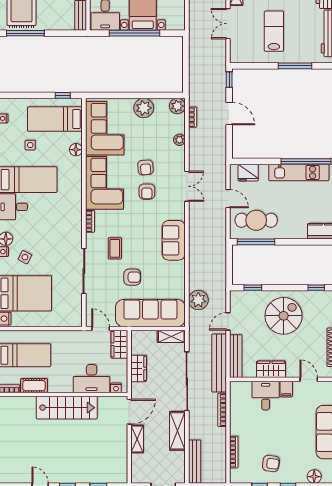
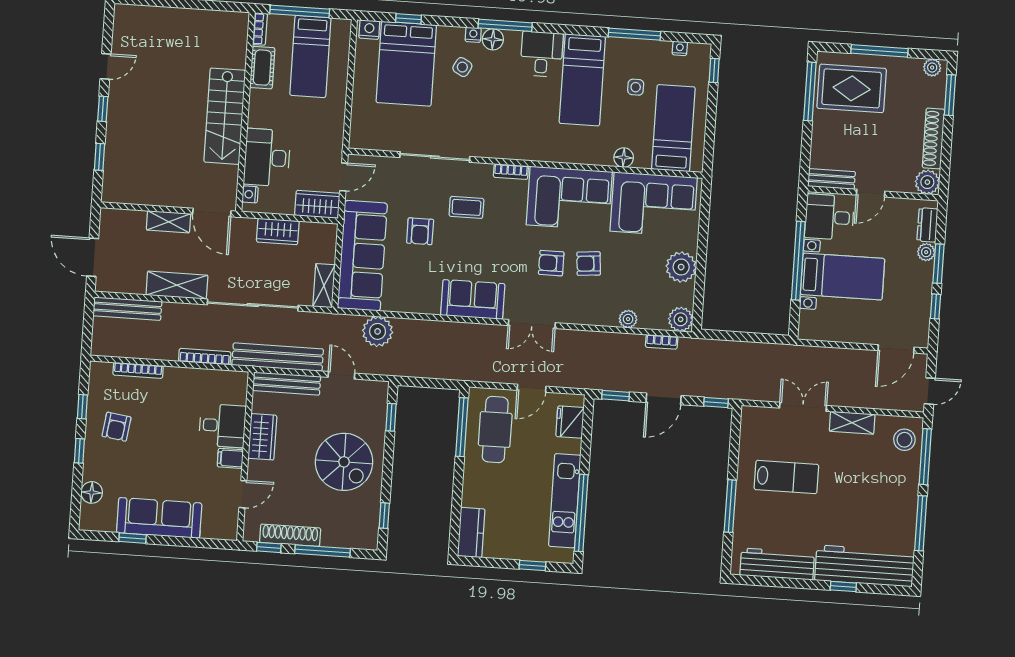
window: (63, 95) -> (714, 70), moved
window: (229, 144) -> (616, 396), added
double door: (187, 186) -> (532, 324), moved

